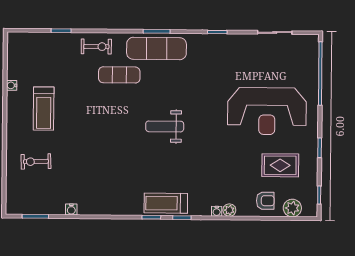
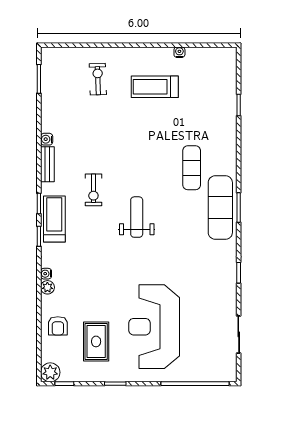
exercise bike: (96, 47) -> (93, 190), moved
plant: (292, 208) -> (50, 372), moved
water cooler: (71, 209) -> (47, 139), moved
bench: (115, 209) -> (47, 164), added

